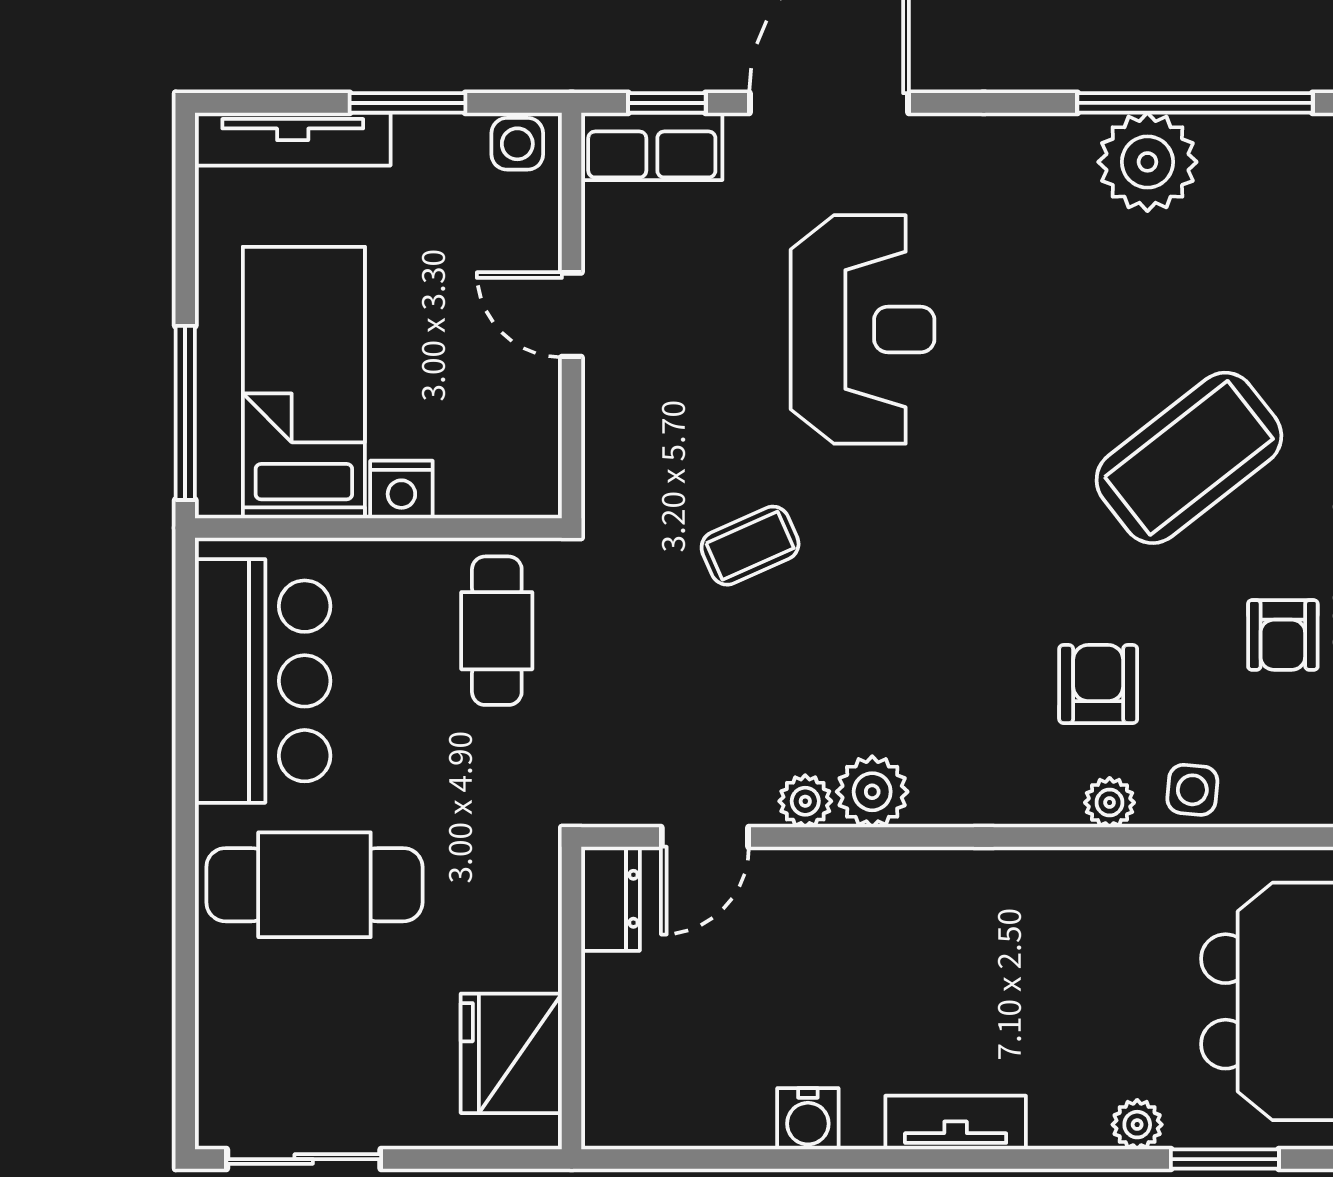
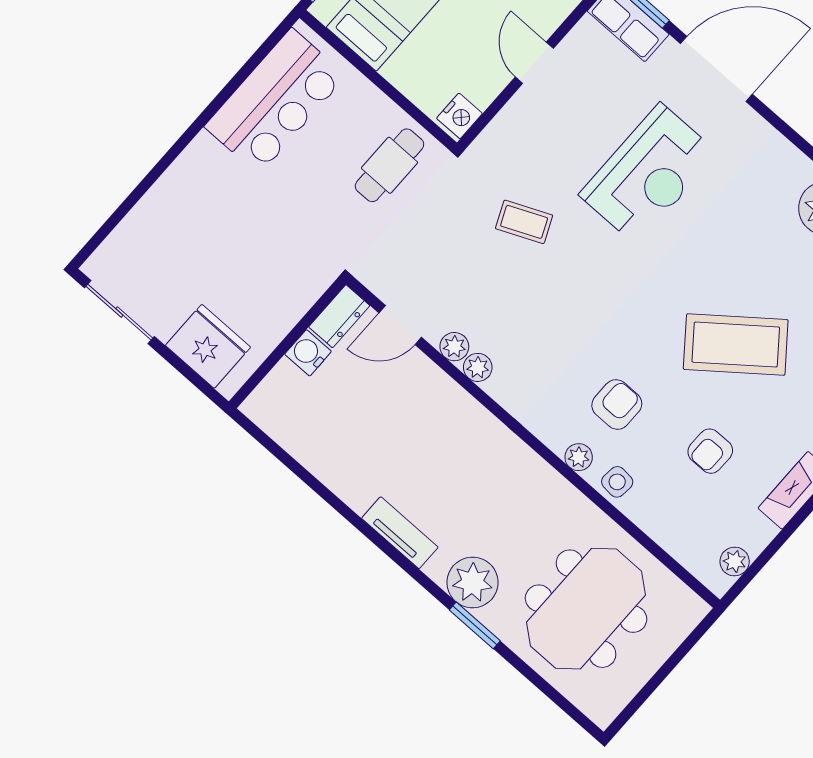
nightstand: (401, 489) -> (459, 116), moved, turned -90
plant: (872, 792) -> (478, 367), width x0.73, depth x0.73
cafe table: (314, 885) -> (223, 203), removed
fridge: (511, 1053) -> (208, 346), moved, turned 90
water cooler: (808, 1119) -> (308, 353), moved, turned 90
plant: (1137, 1125) -> (472, 582), width x1.88, depth x1.88
window: (1225, 1159) -> (475, 625), moved

